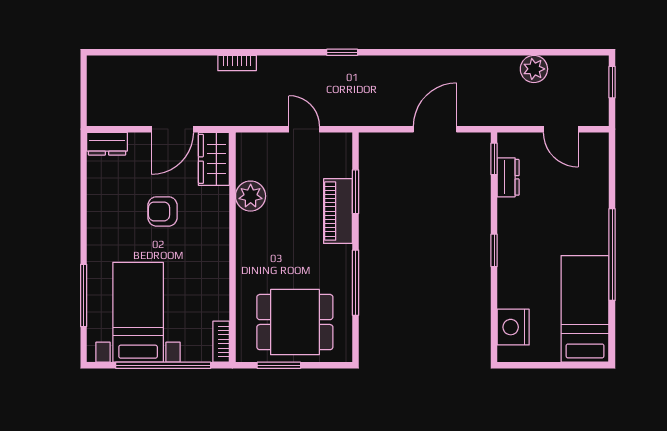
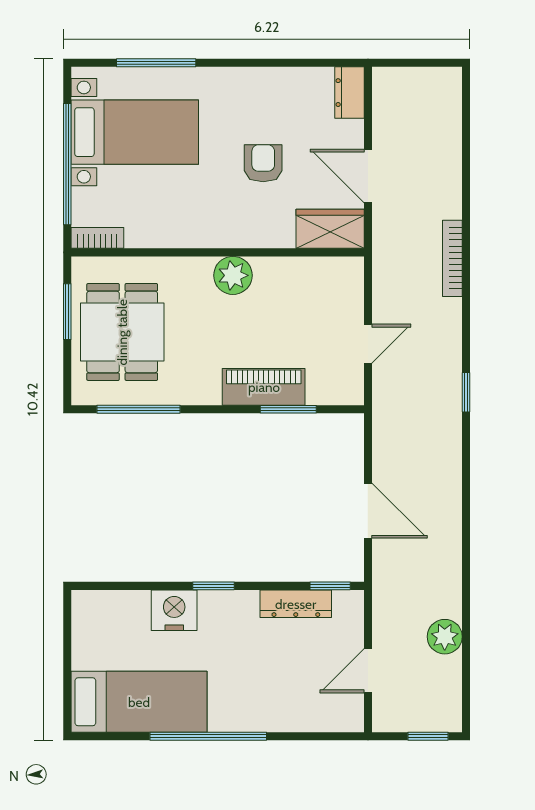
bookcase: (237, 63) -> (452, 258), width x1.56
dresser: (508, 177) -> (296, 604), width x1.44
plant: (251, 196) -> (233, 275), moved
window: (356, 283) -> (139, 409), moved
nightstand: (513, 327) -> (174, 610), moved

